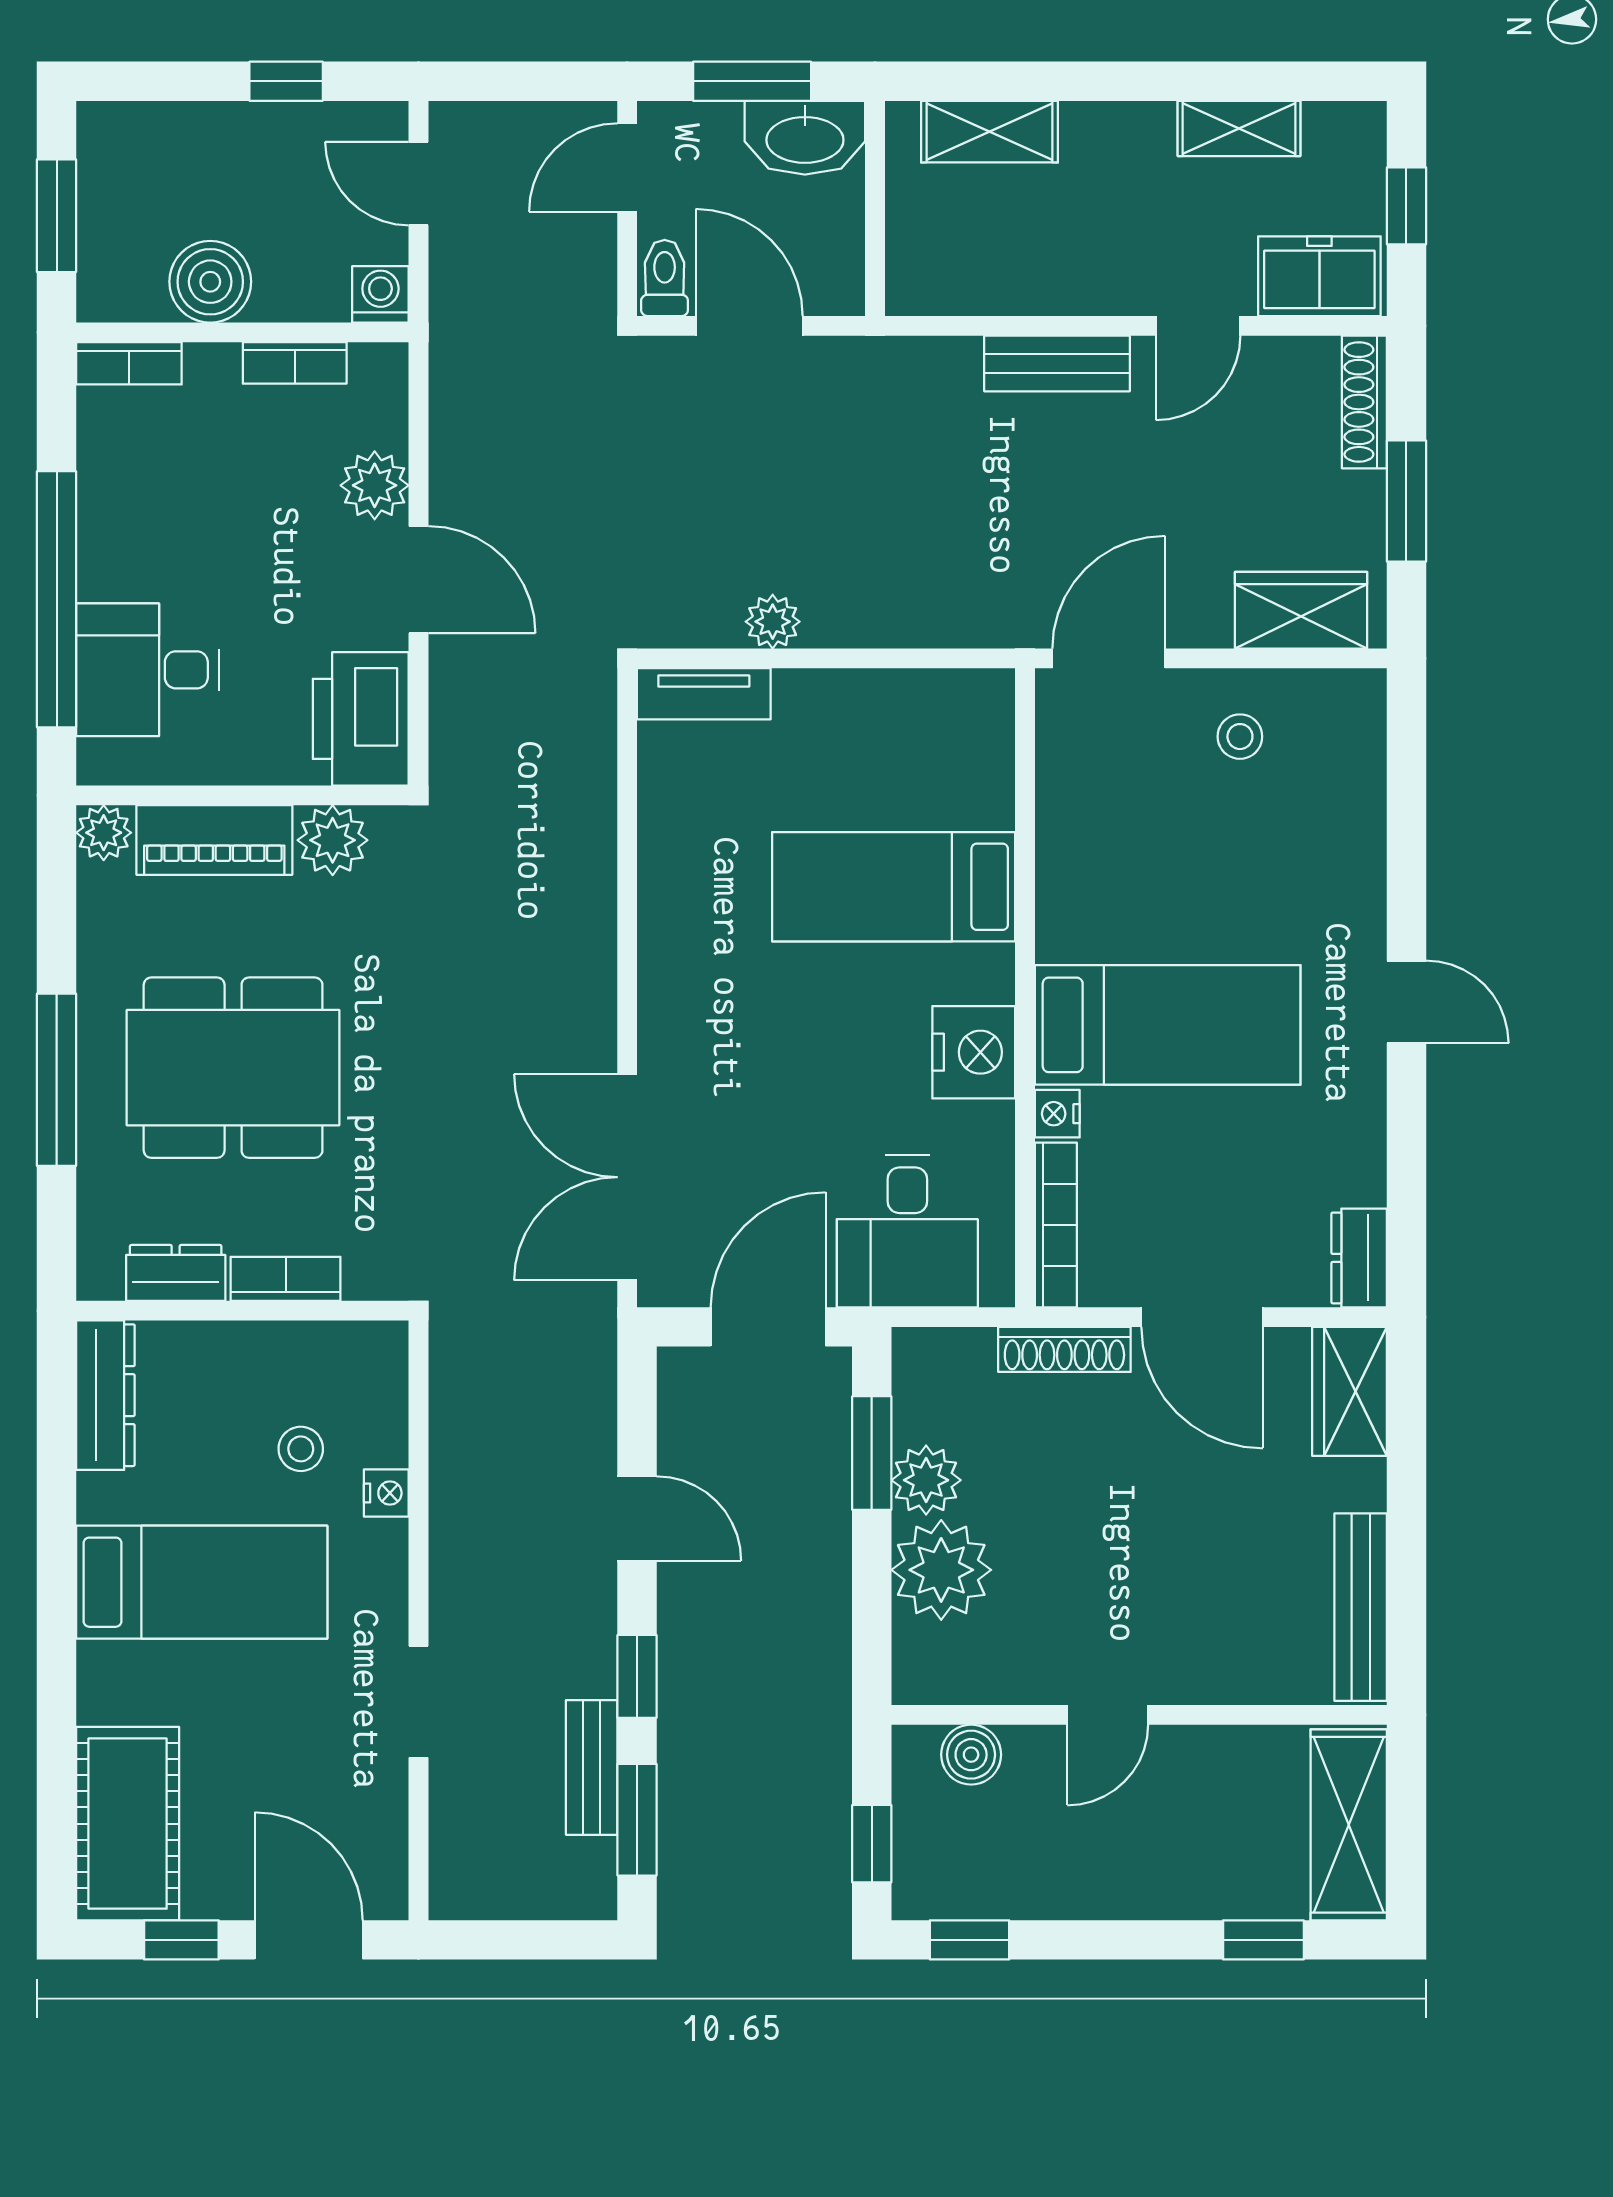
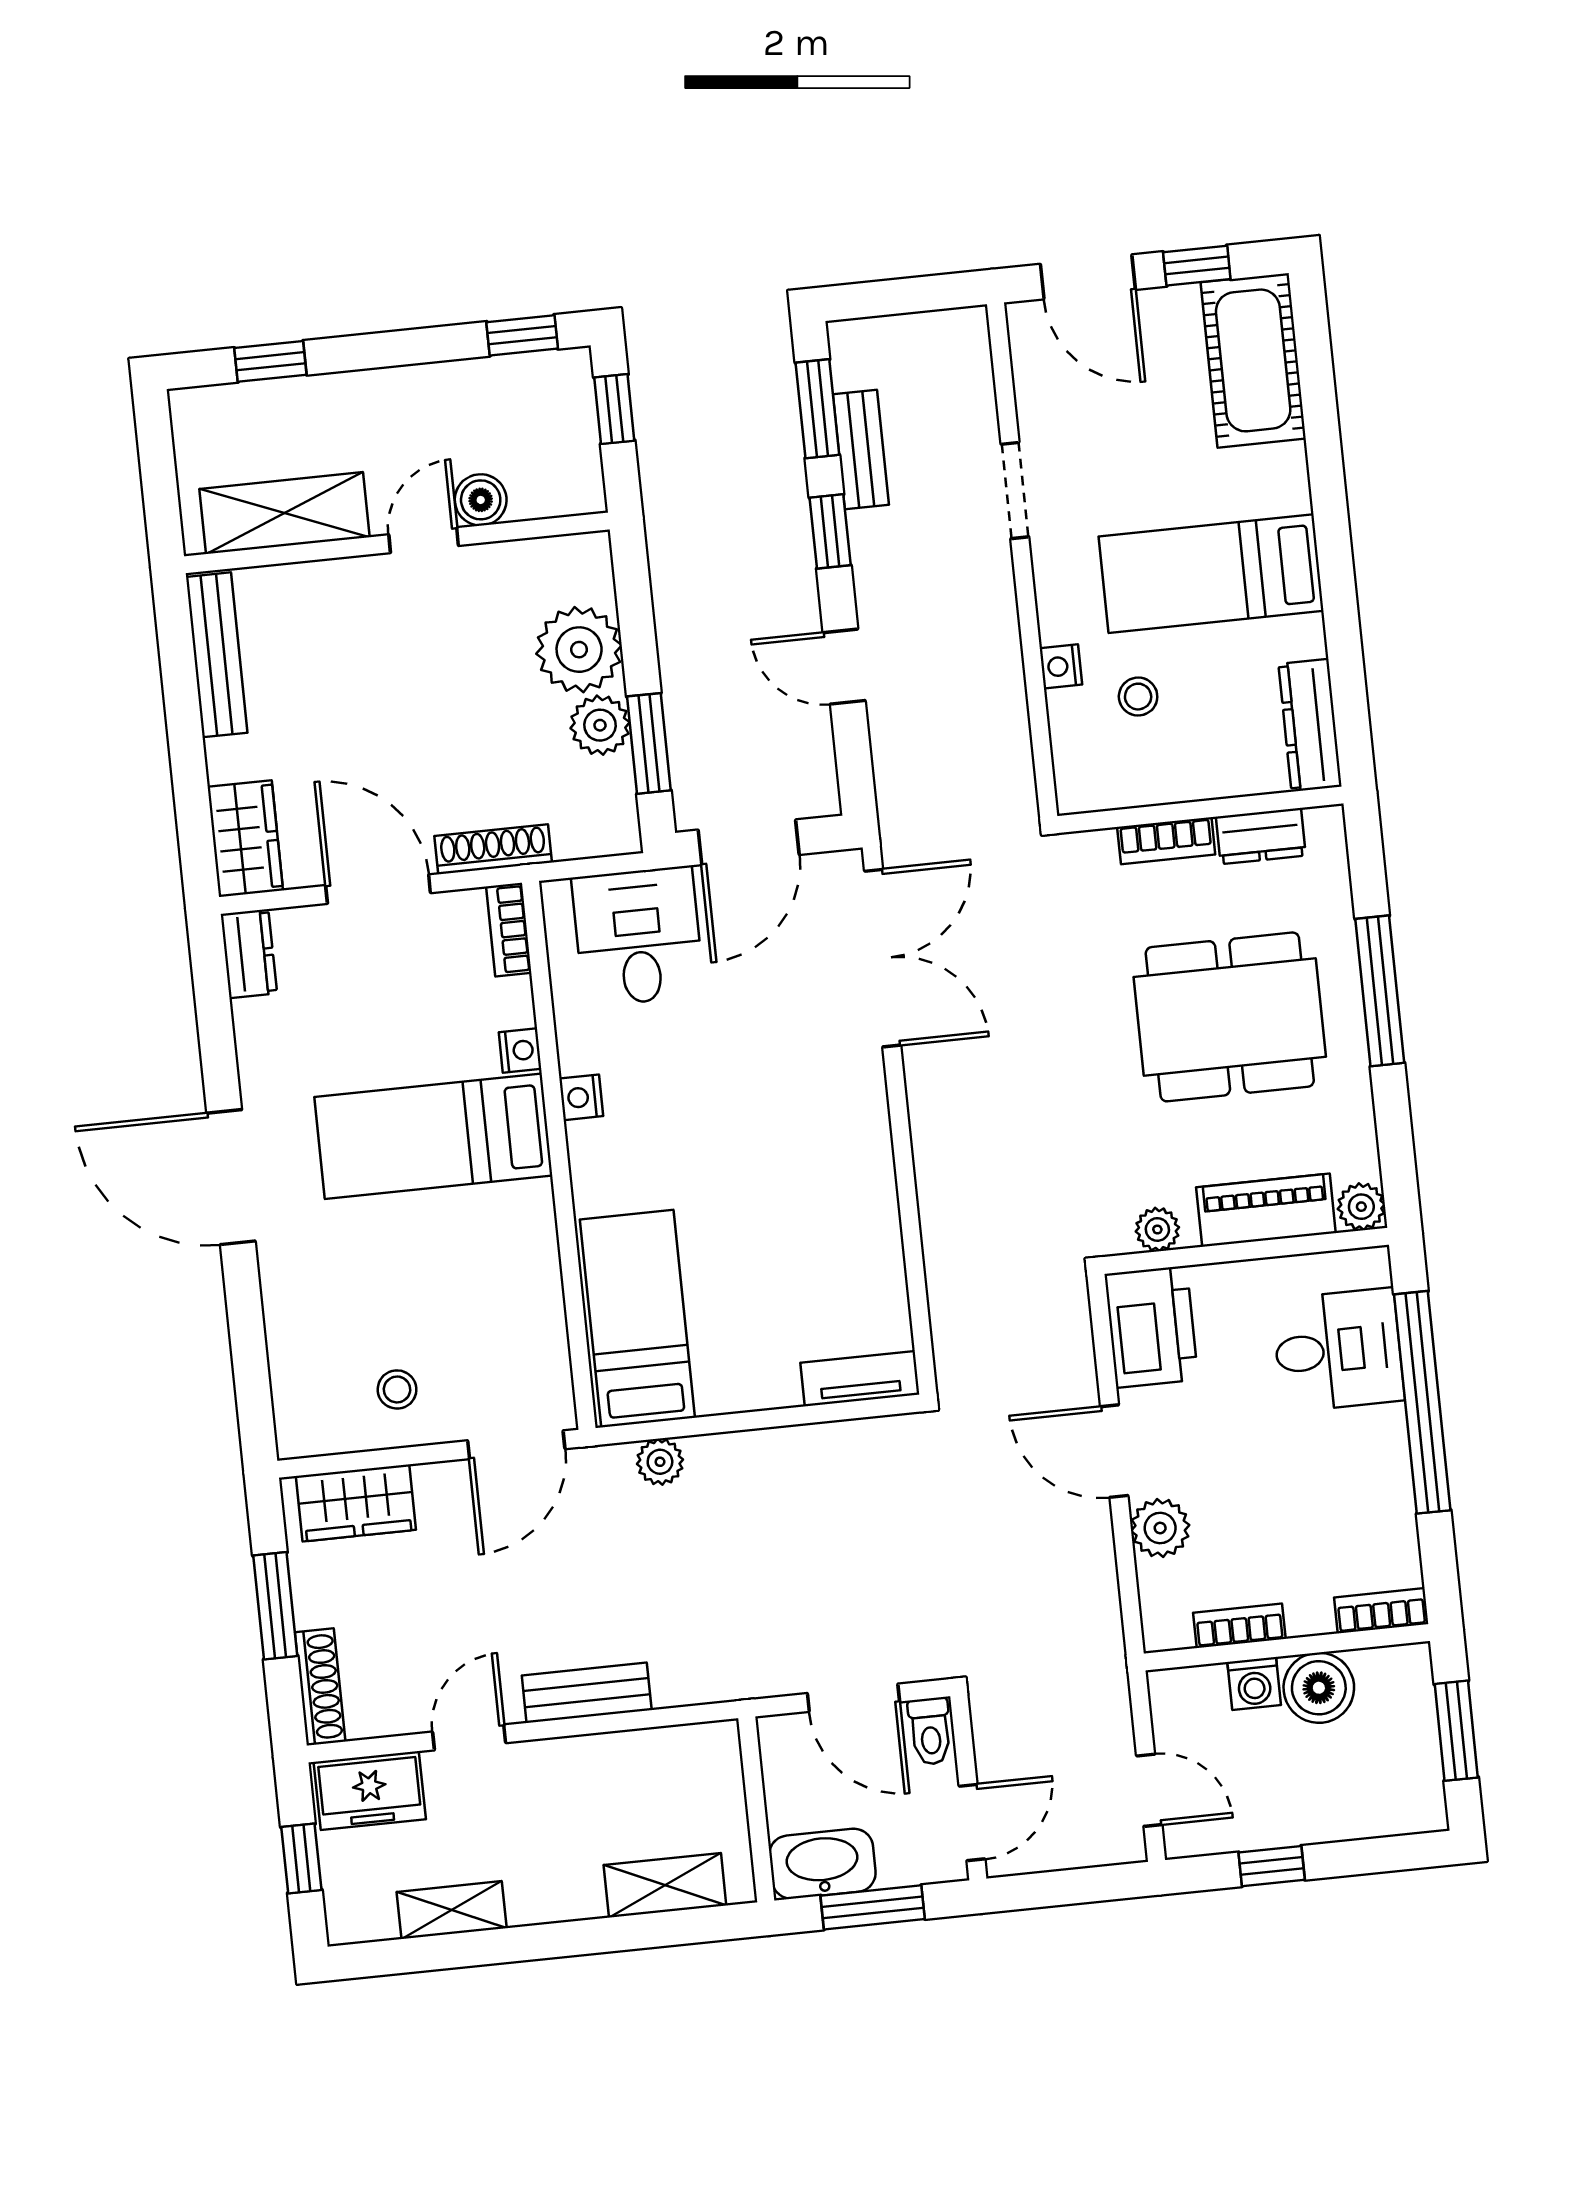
washing machine: (380, 294) -> (1254, 1684), moved
plant: (773, 622) -> (660, 1462), moved
plant: (333, 840) -> (1157, 1229), width x0.73, depth x0.73
bed: (894, 887) -> (637, 1319), moved, turned -90
door: (1406, 1002) -> (231, 1177), width x1.88
nightstand: (974, 1052) -> (581, 1097), width x0.53, depth x0.56
bookcase: (1056, 1225) -> (509, 930), width x0.64
boiler: (971, 1755) -> (481, 500), moved
shelving: (1349, 1825) -> (284, 513), moved, turned 90

